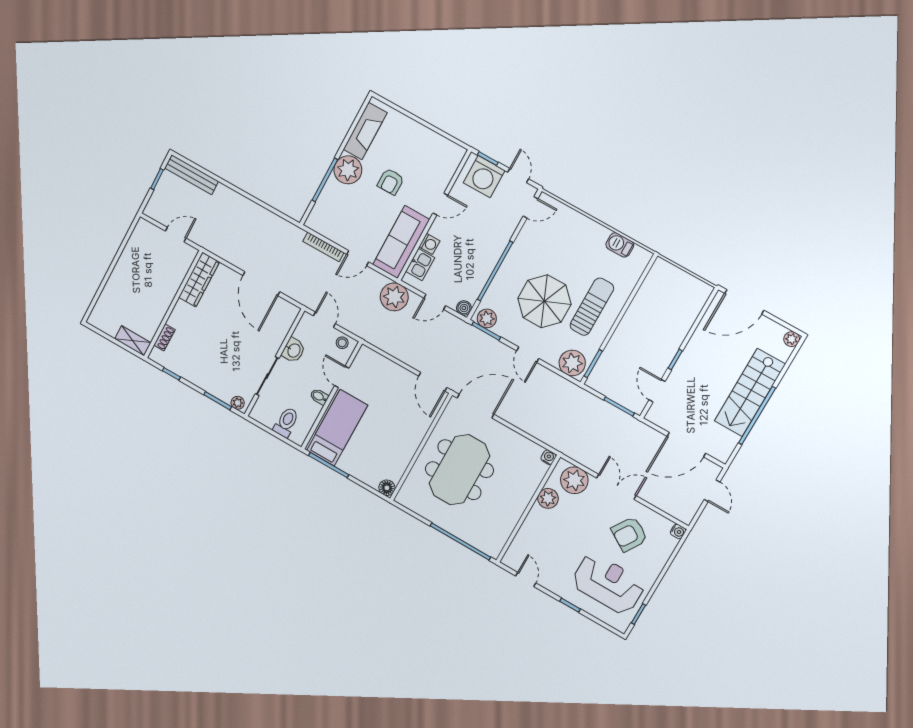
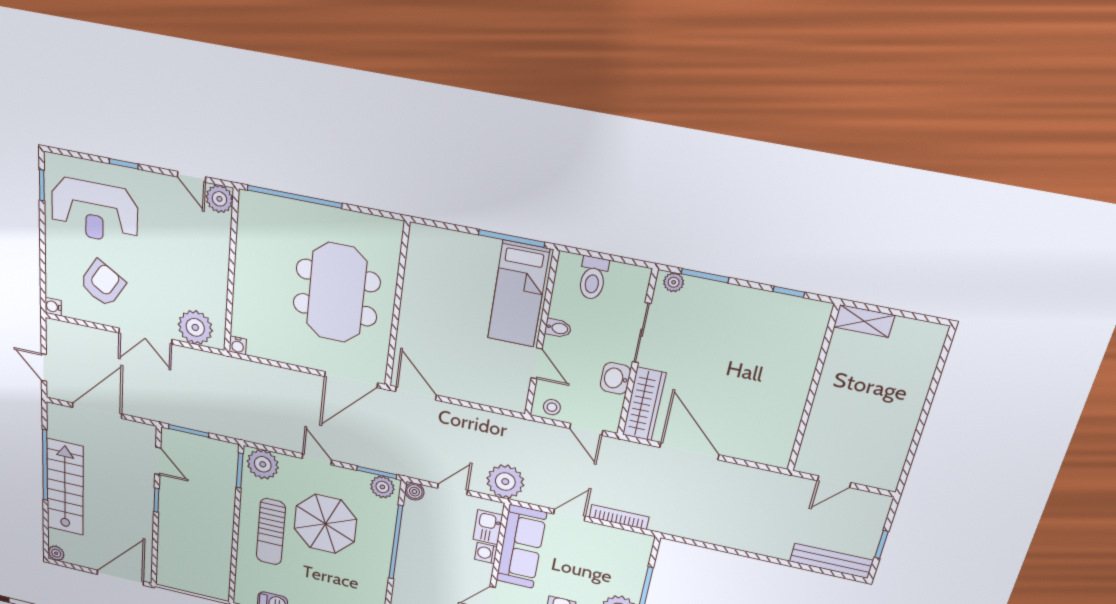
wardrobe: (199, 280) -> (644, 404), moved, turned 180
shoe rack: (164, 337) -> (814, 340), removed
floor lamp: (387, 488) -> (420, 235), removed
plant: (548, 498) -> (219, 199), moved

